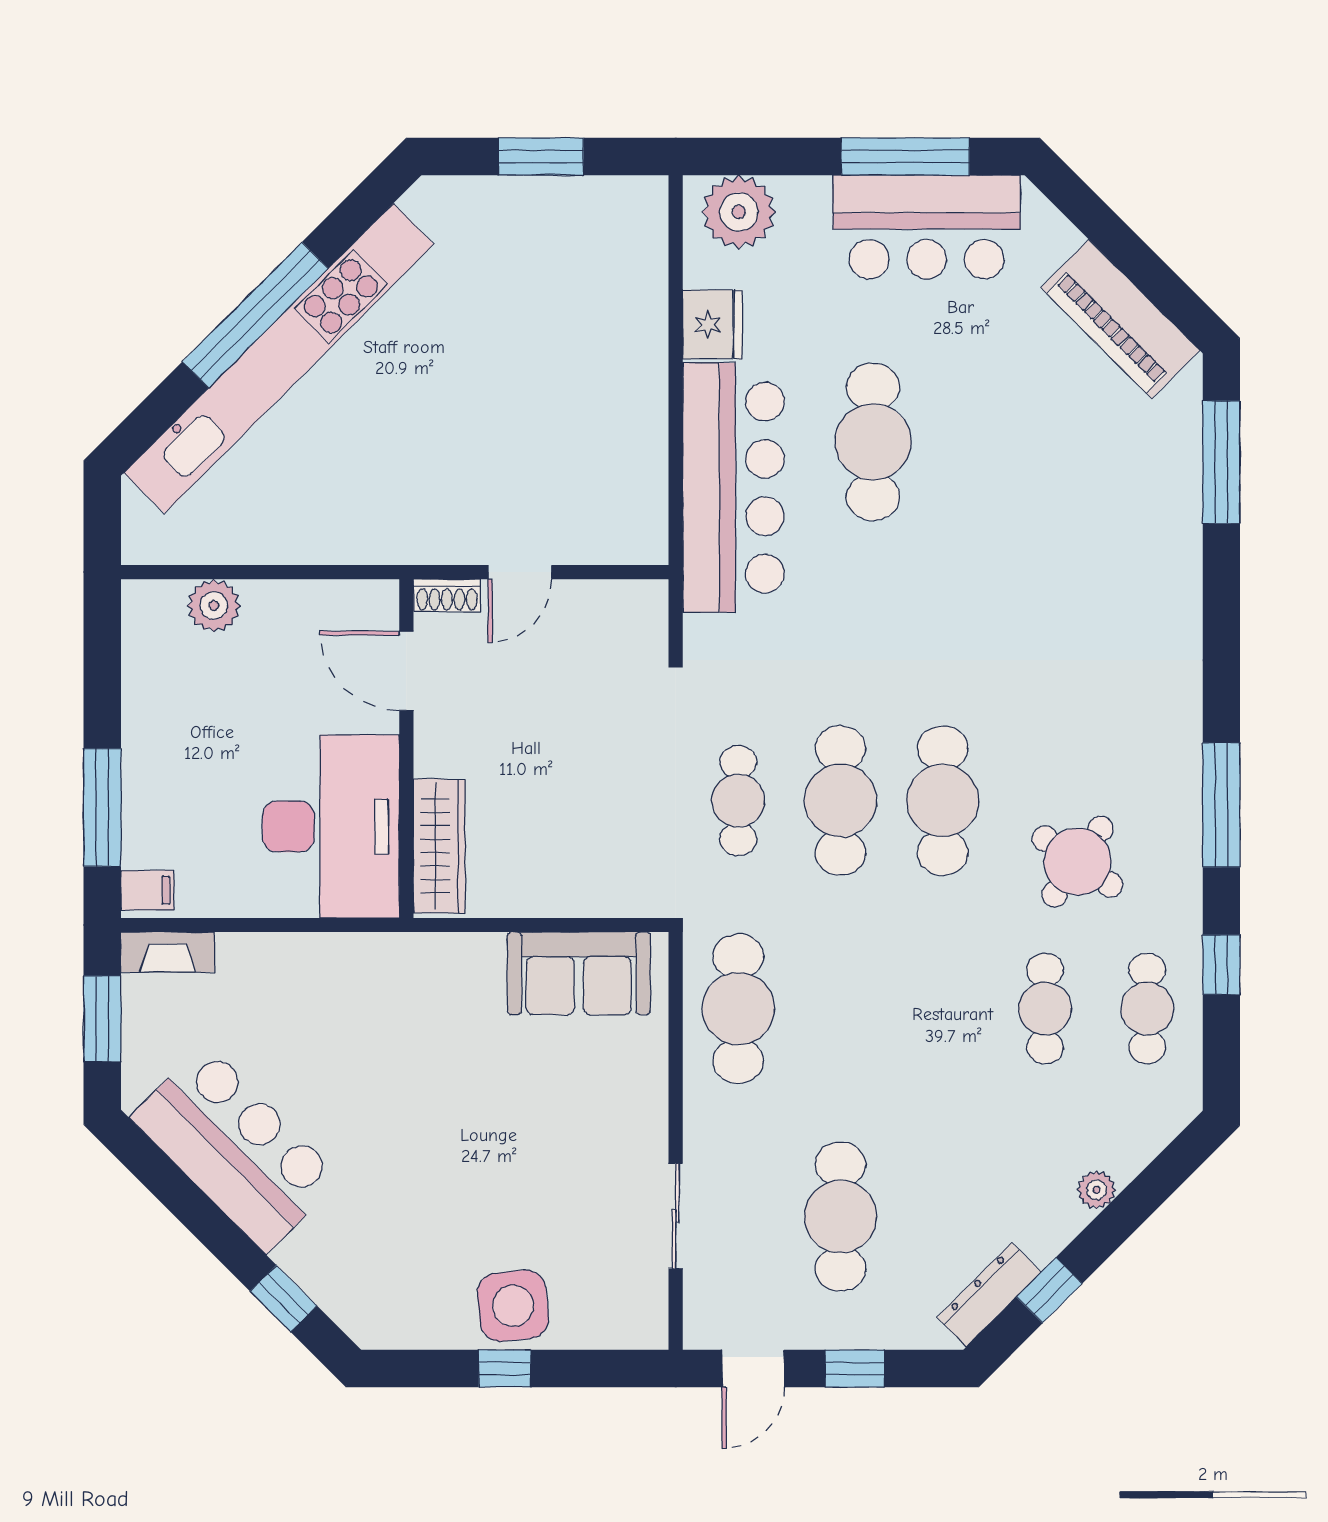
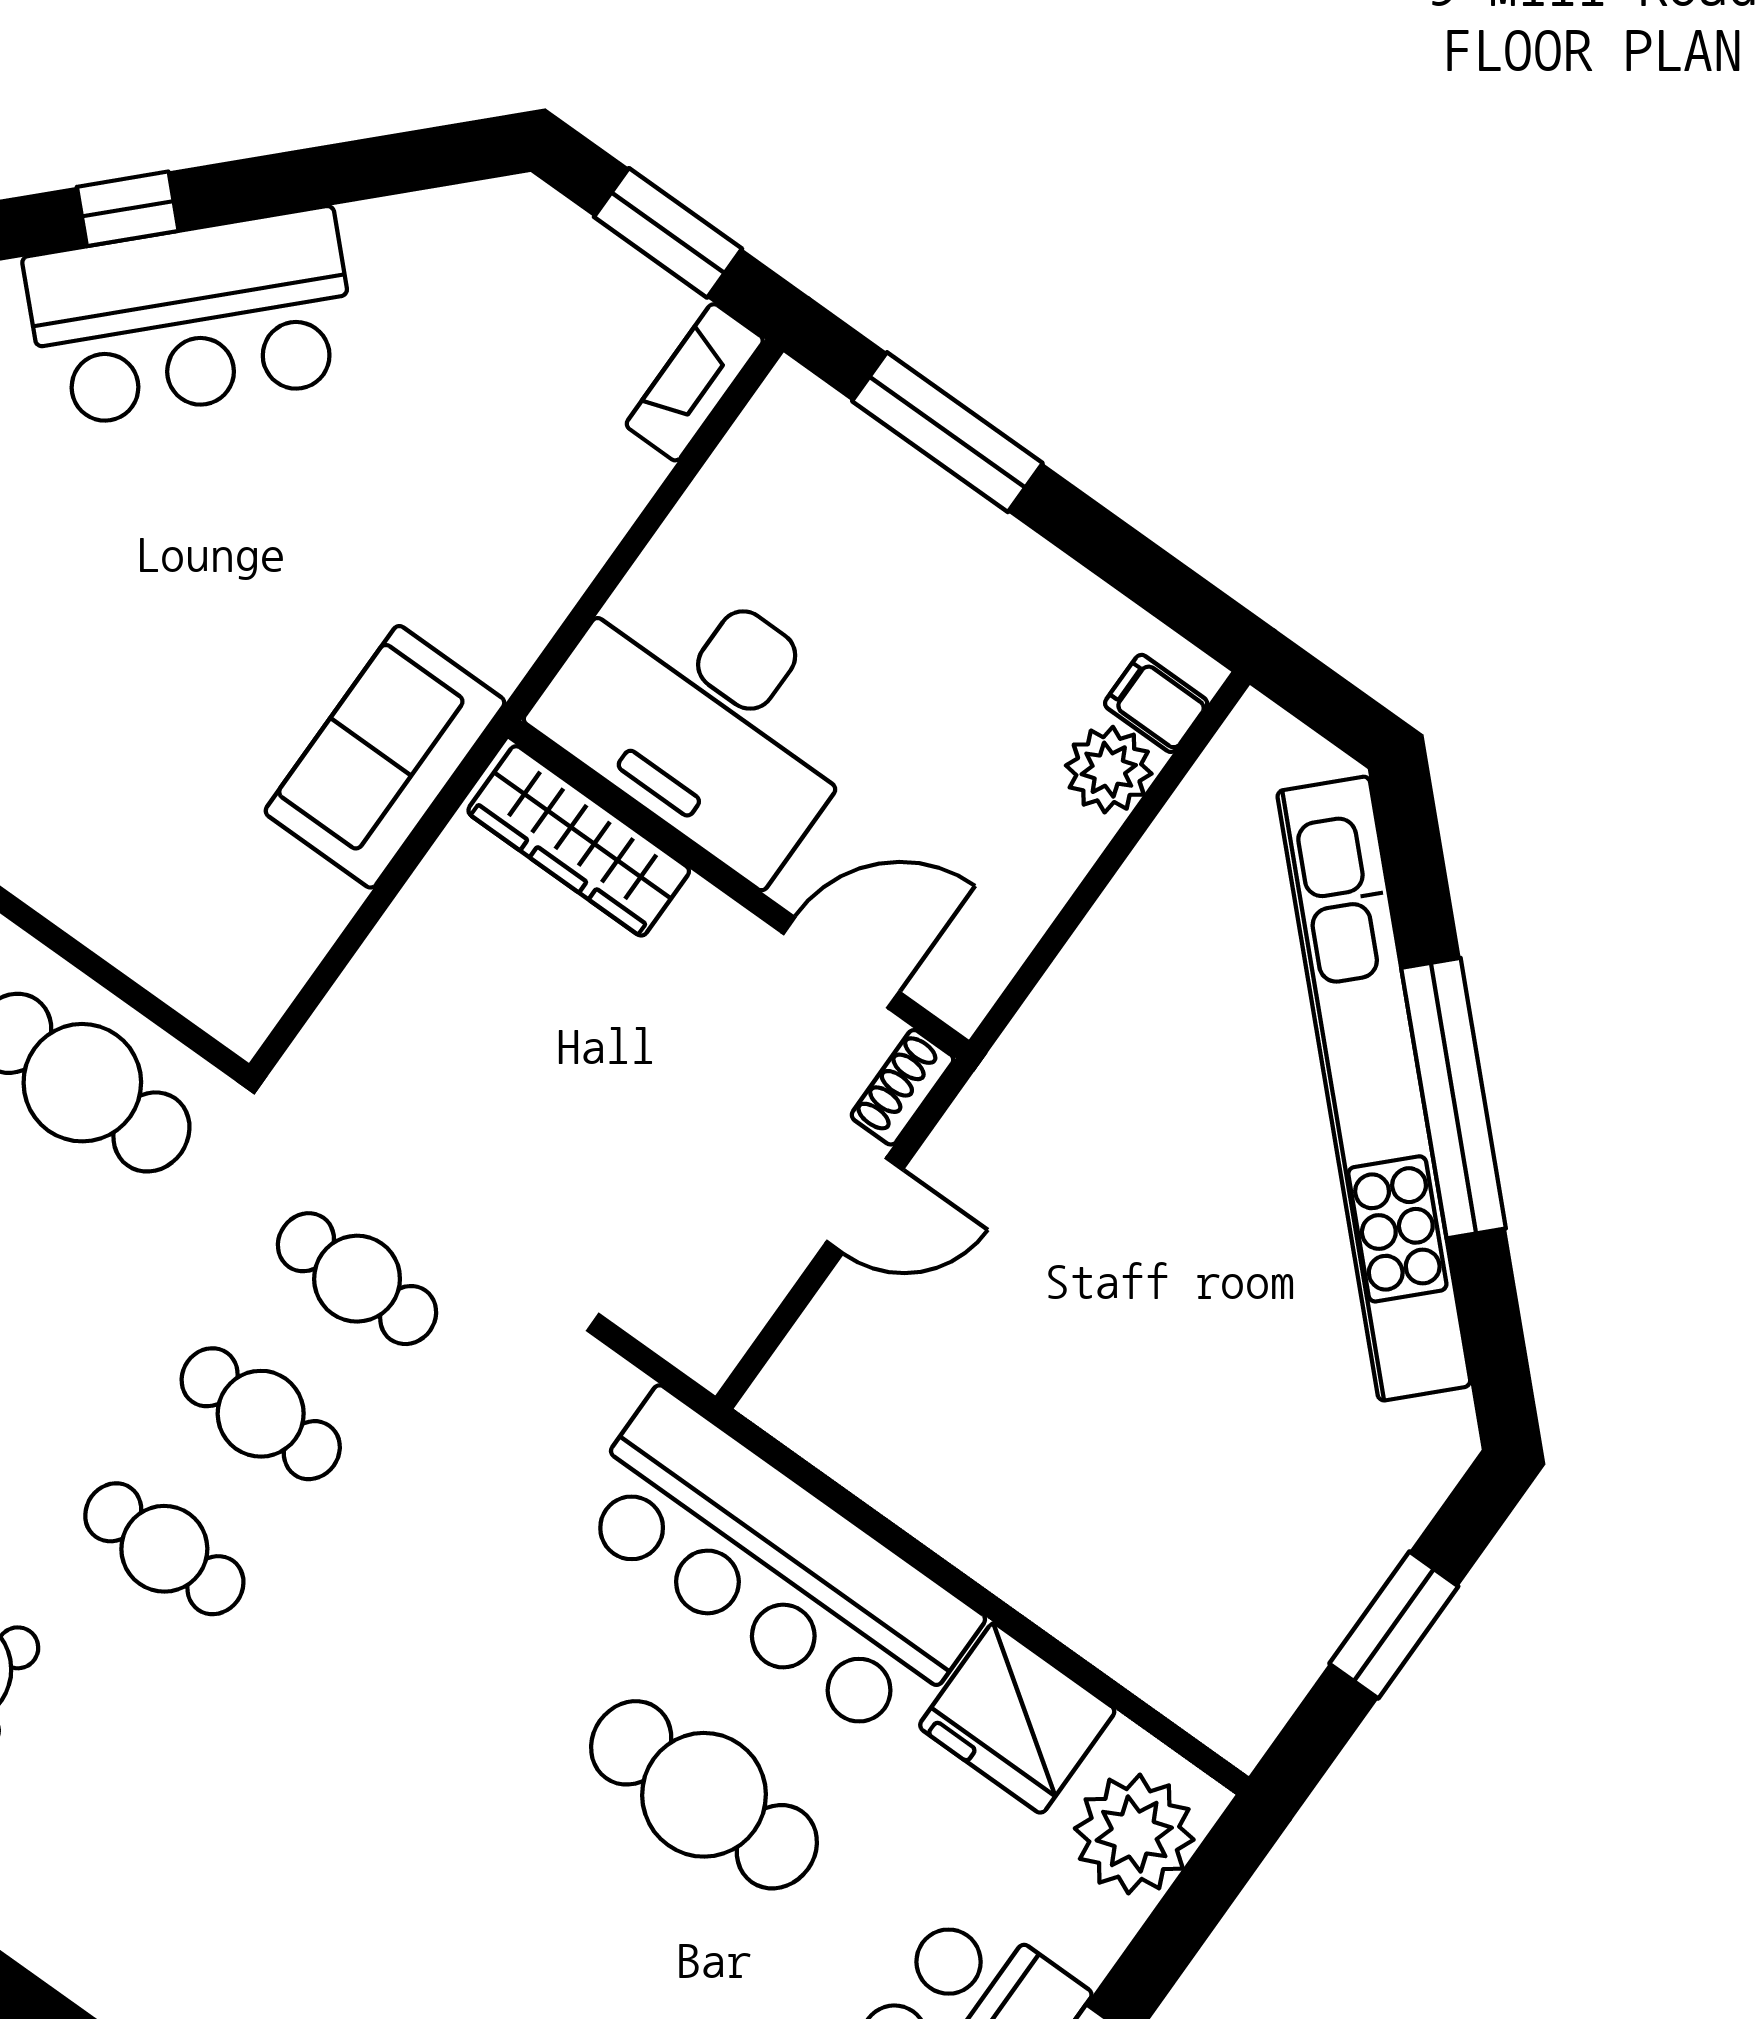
fridge: (712, 324) -> (1017, 1718), width x1.36, depth x1.34
door: (520, 572) -> (865, 1205), swing flipped
cafe table: (840, 801) -> (261, 1414), width x0.73, depth x0.74
cafe table: (943, 801) -> (164, 1549), width x0.73, depth x0.74
filing cabinet: (147, 890) -> (1156, 703), moved, turned 90
sofa: (579, 973) -> (385, 757), moved
bar counter: (236, 1148) -> (192, 318), moved

